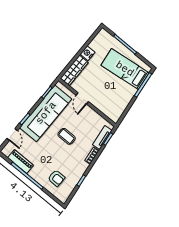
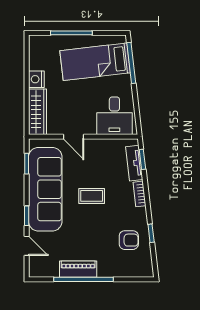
desk: (112, 105) -> (114, 116), added
piano: (21, 161) -> (78, 269), moved
armchair: (56, 178) -> (129, 240), moved

